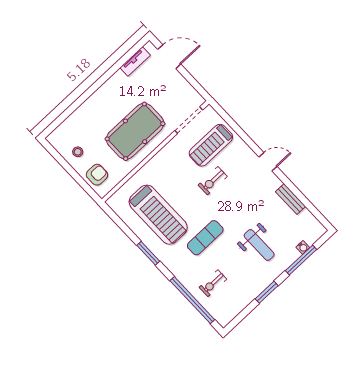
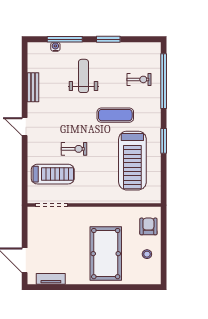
pool table: (135, 131) -> (106, 254), moved, turned 90
armchair: (97, 175) -> (148, 226), turned 90
treadmill: (158, 215) -> (132, 161), turned 180

